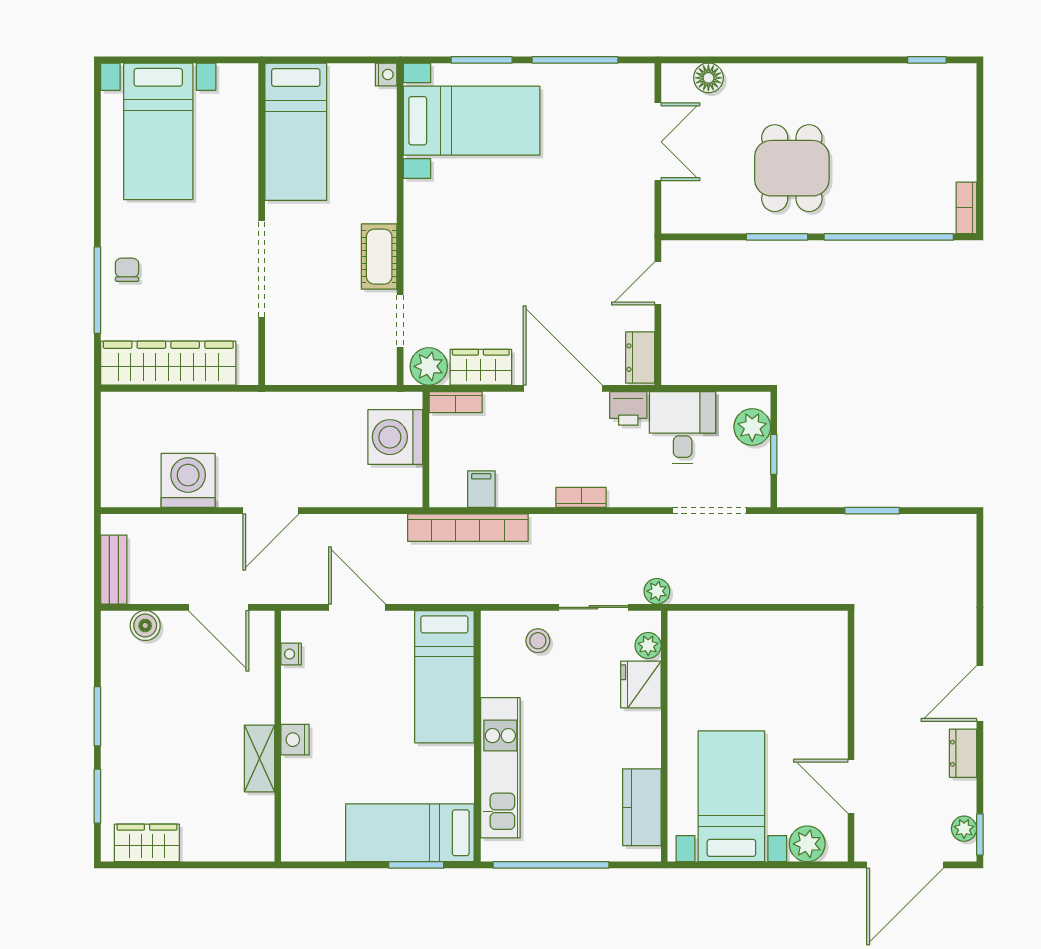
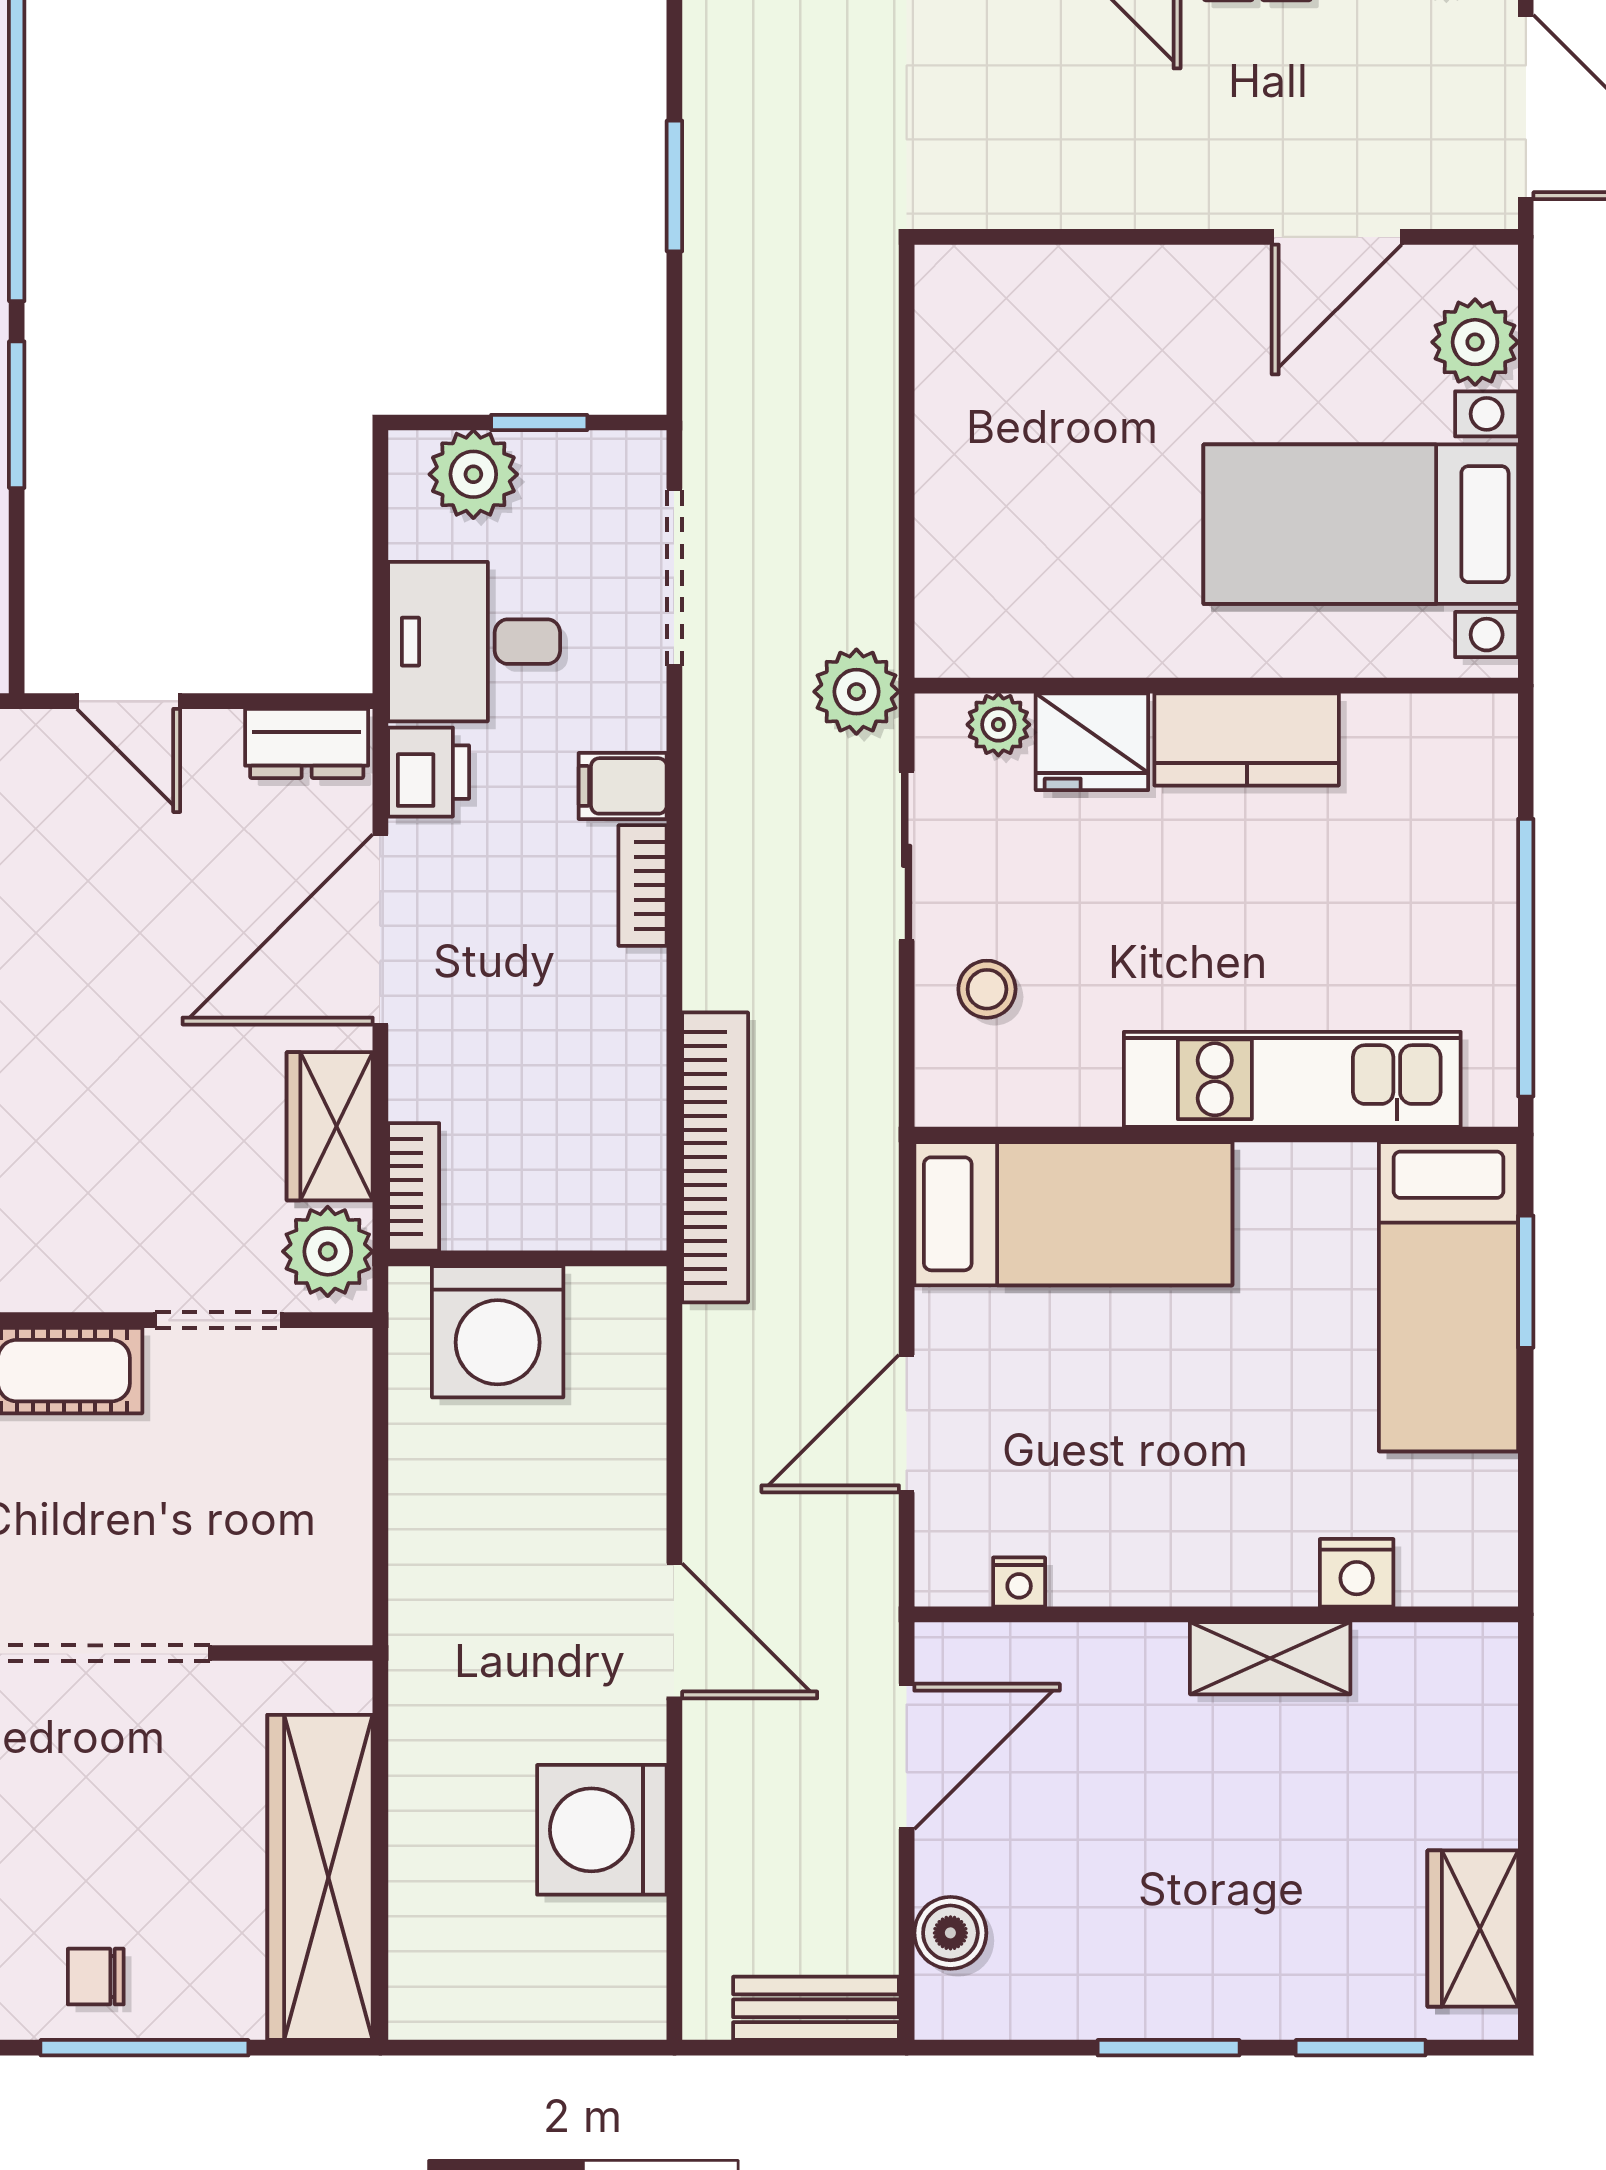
filing cabinet: (481, 489) -> (623, 786), moved
plant: (657, 591) -> (856, 692), width x1.38, depth x1.38
nightstand: (295, 740) -> (1357, 1573), moved
kitchen counter: (642, 807) -> (1247, 739), moved

